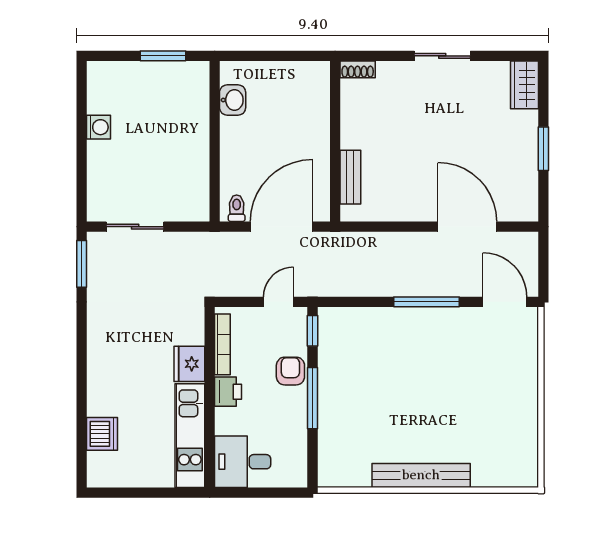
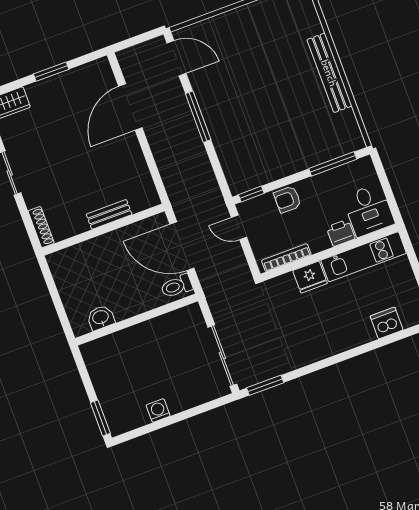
window: (163, 56) -> (100, 418), moved
shoe rack: (358, 69) -> (41, 227), width x1.43
bench: (350, 177) -> (109, 214), moved
toilet: (237, 208) -> (177, 286), width x1.37, depth x1.39
sliding door: (135, 227) -> (222, 356), width x1.37
door: (505, 302) -> (176, 58), swing flipped
printer: (228, 392) -> (341, 233), moved
window: (313, 398) -> (333, 164), moved

